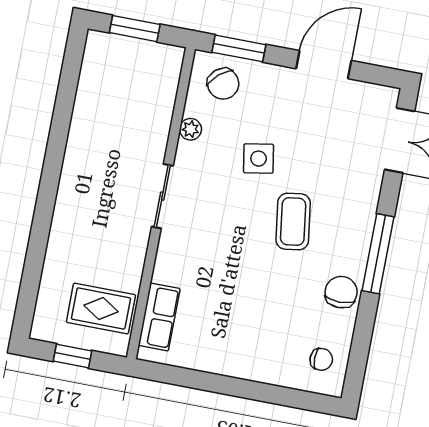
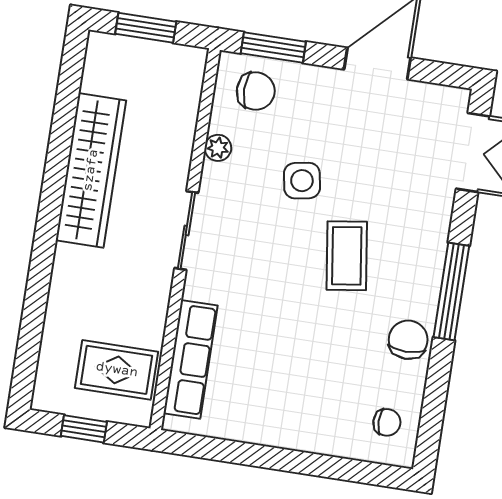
chair: (223, 84) -> (256, 91), turned -49
wardrobe: (86, 144) -> (91, 170), added
row of seats: (159, 317) -> (191, 359), width x1.48

